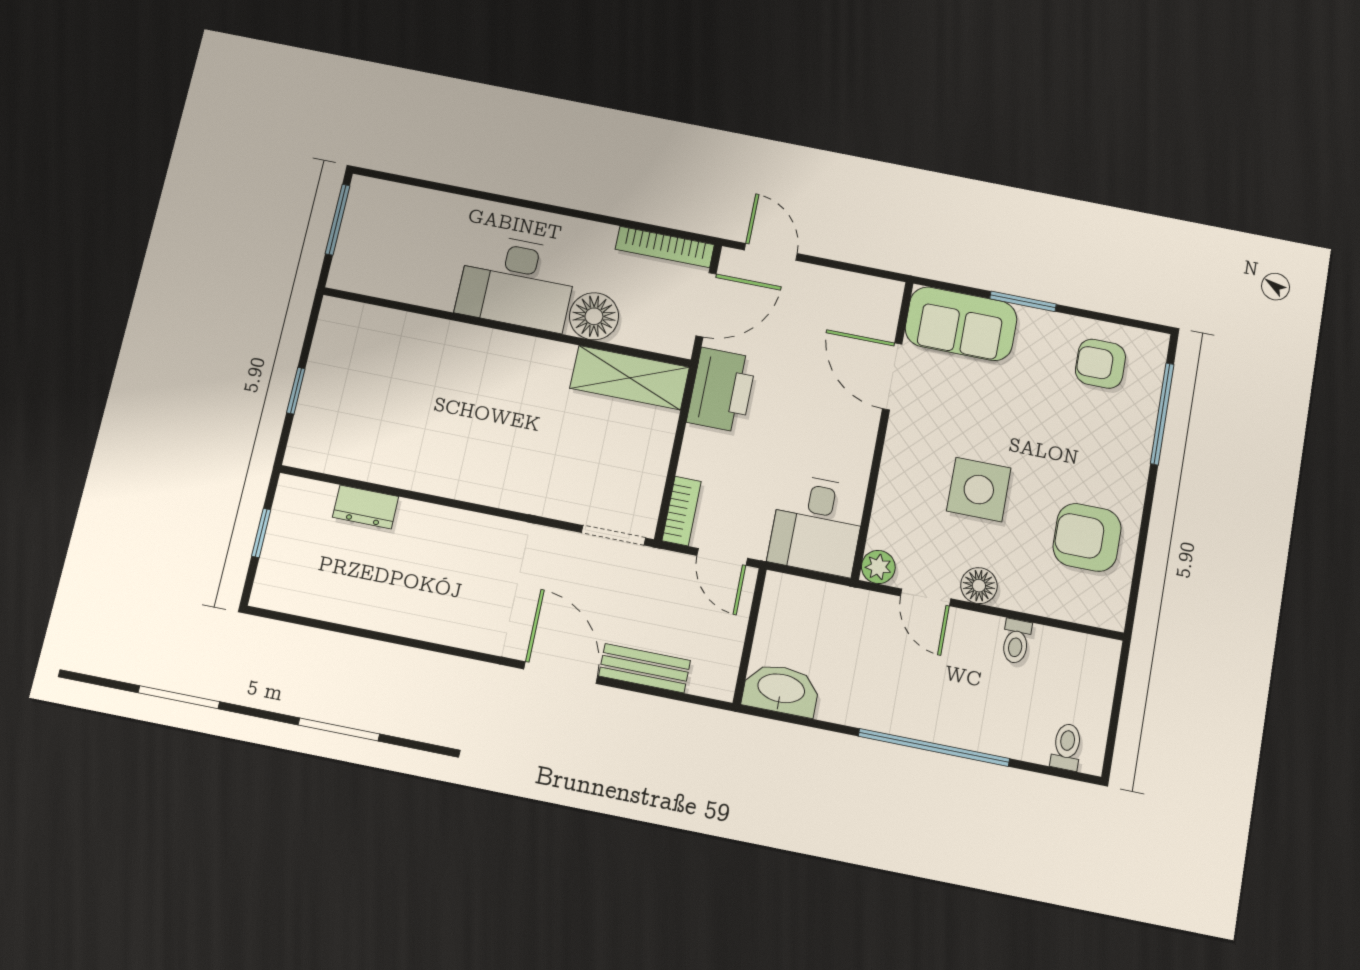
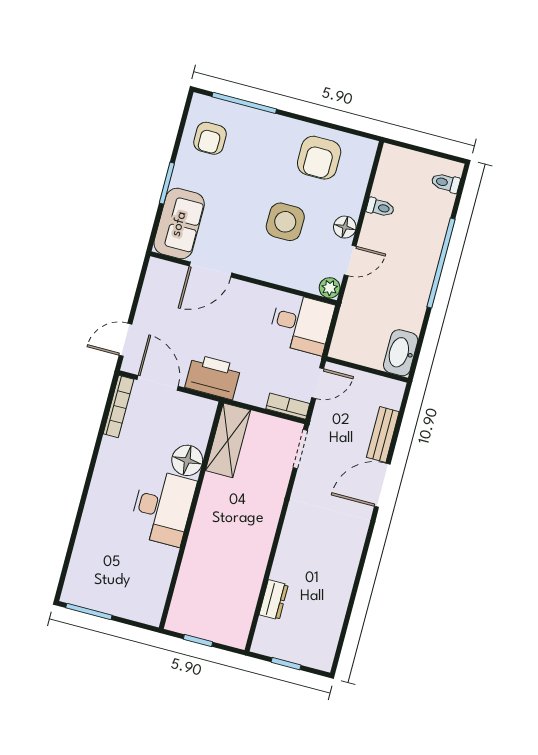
desk: (517, 282) -> (163, 508), moved
floor lamp: (594, 316) -> (187, 460), moved
wall: (507, 327) -> (191, 515), moved
shelving: (630, 378) -> (228, 440), moved

